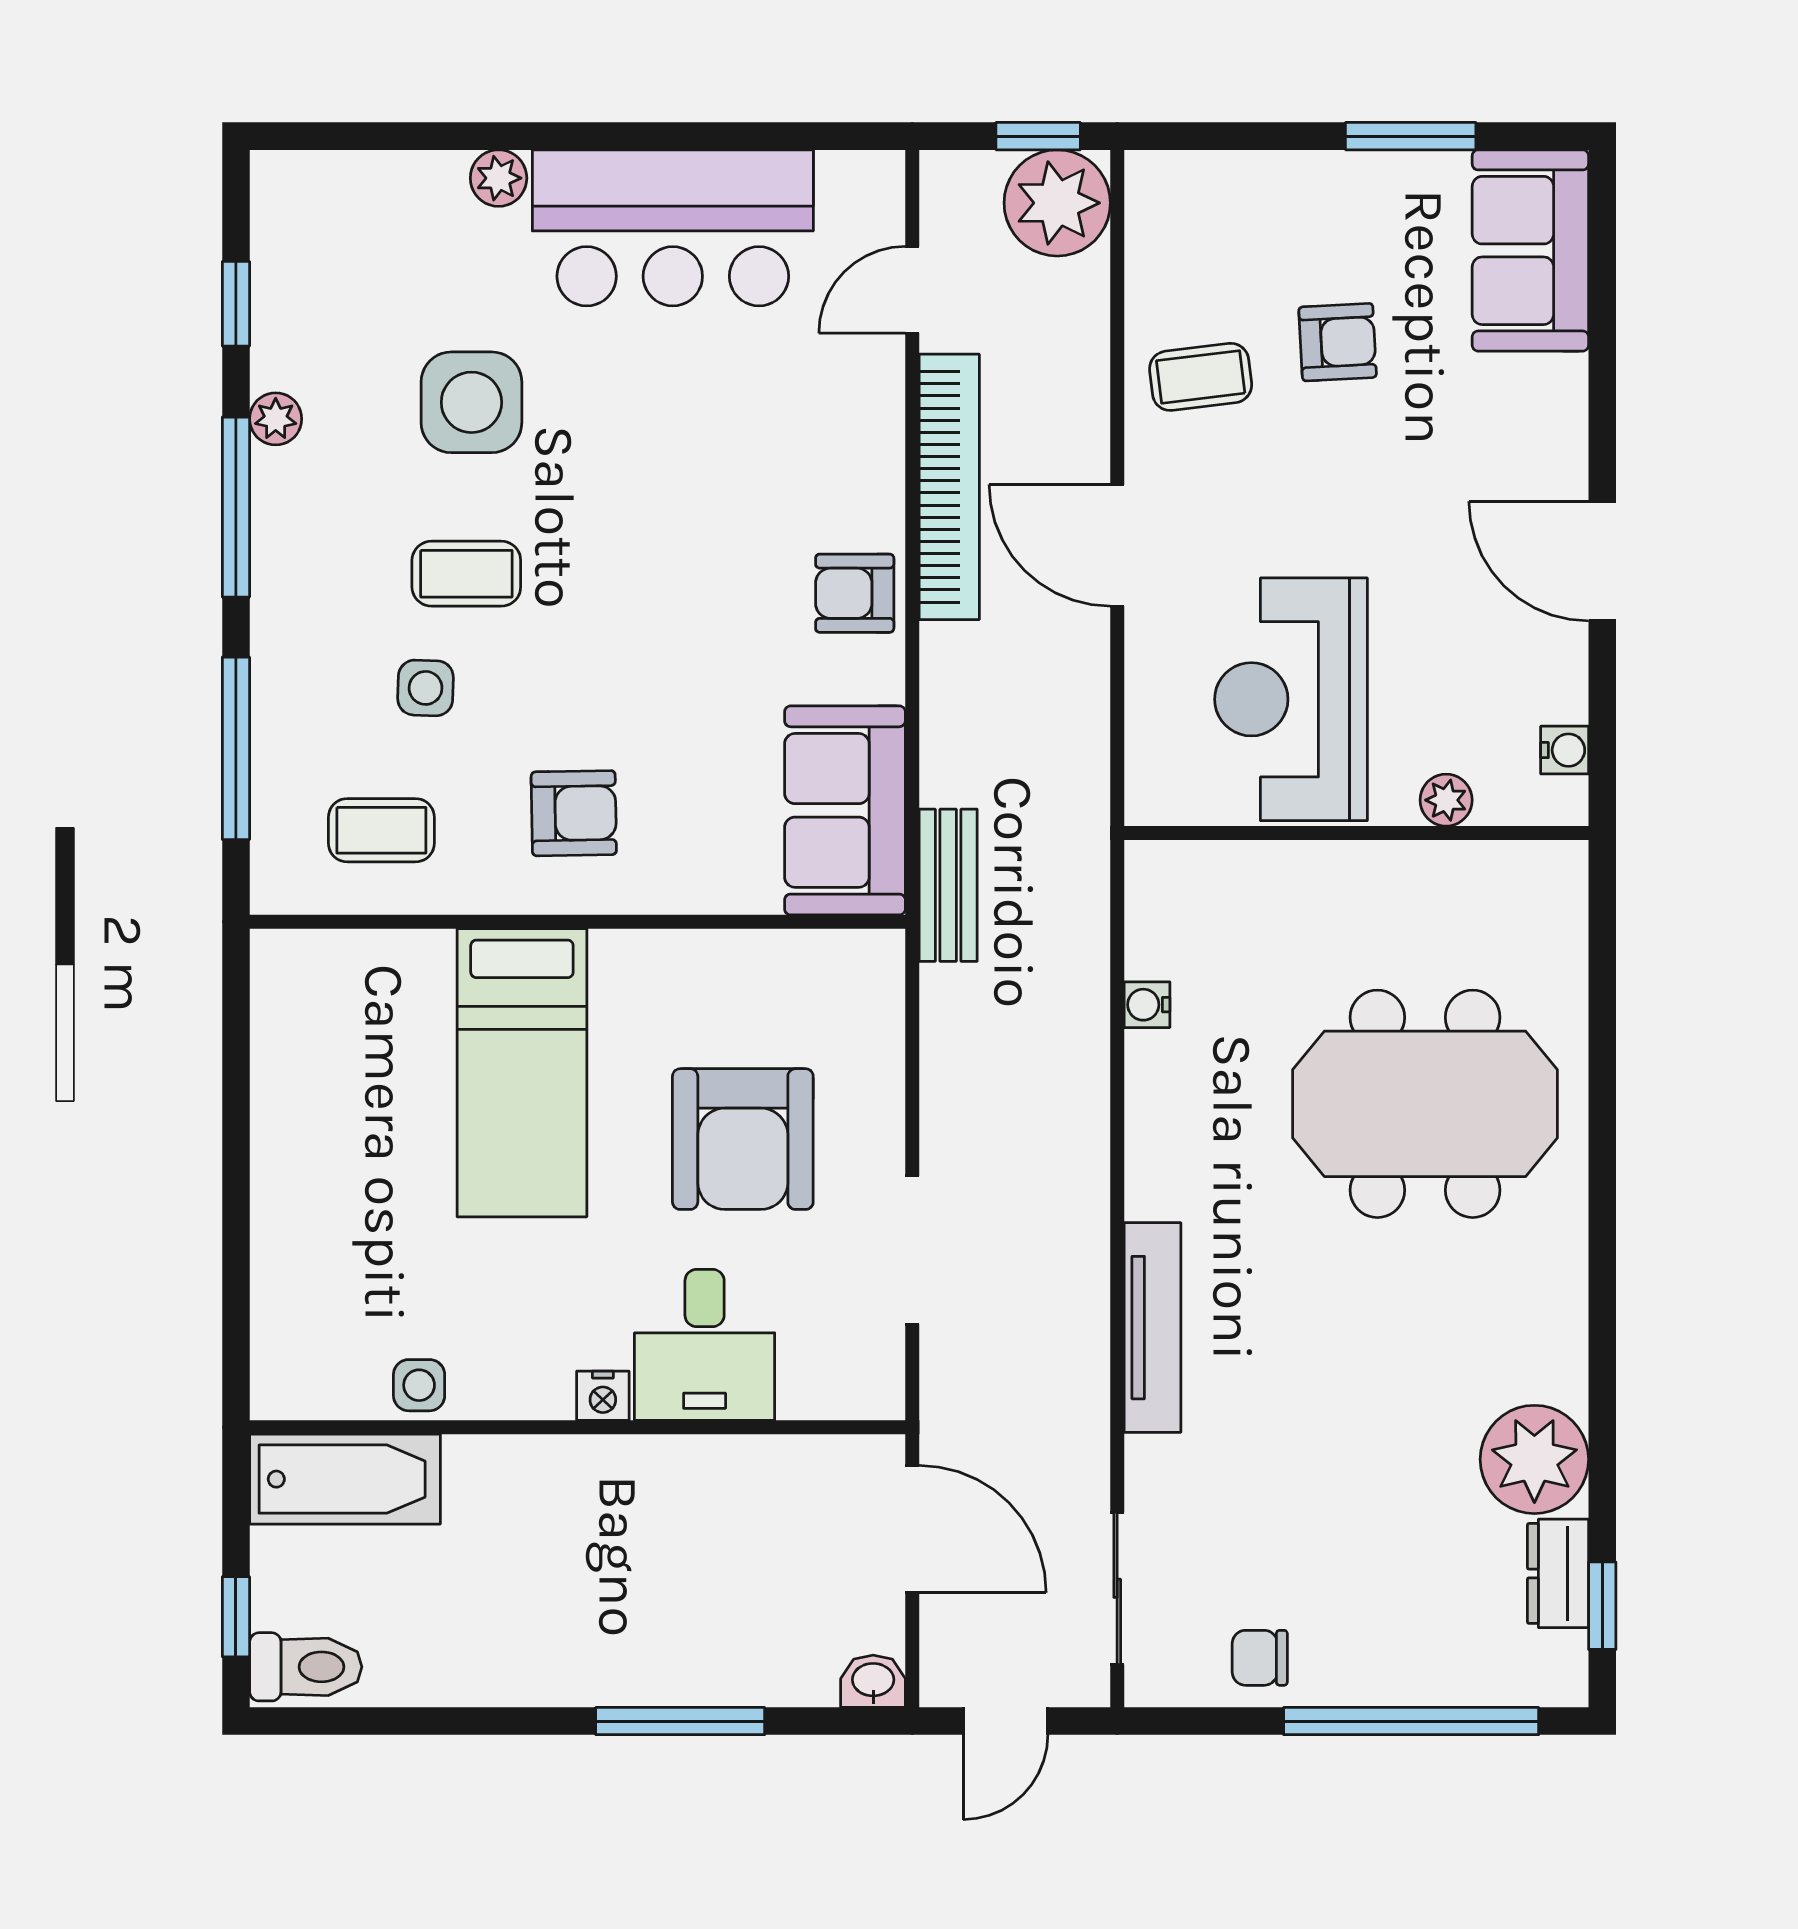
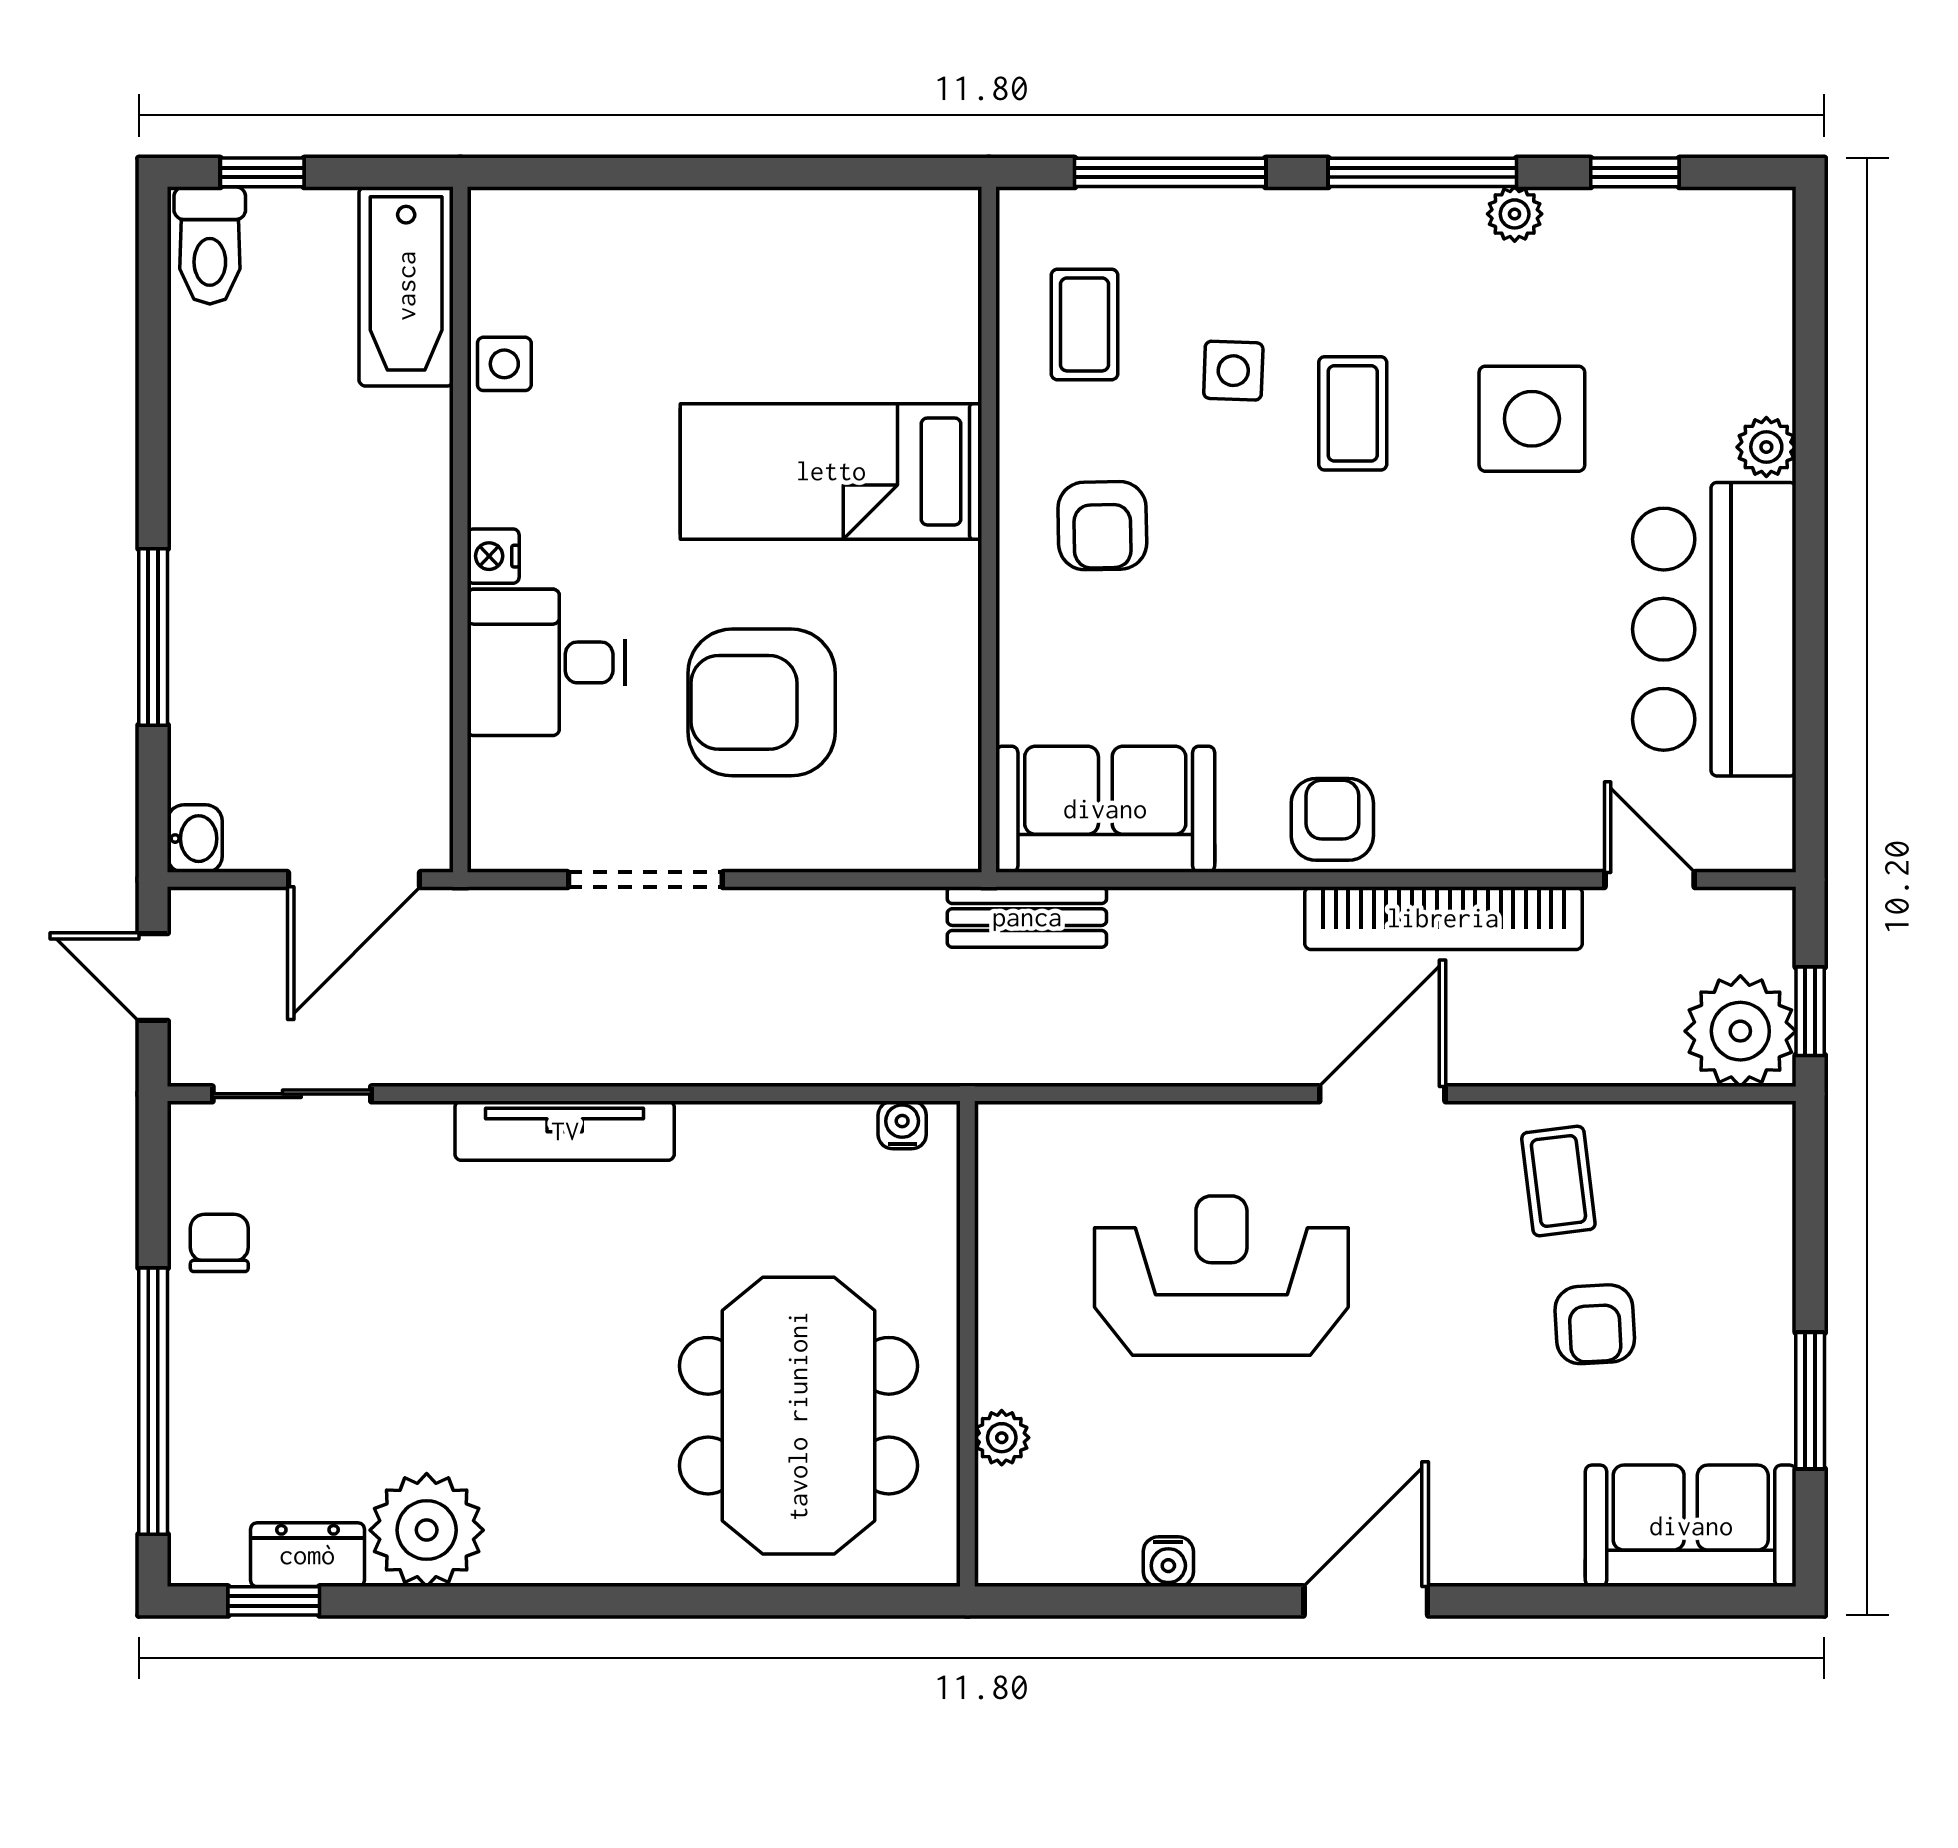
plant: (1446, 800) -> (1002, 1438), moved
wall: (1356, 833) -> (967, 1344), moved

